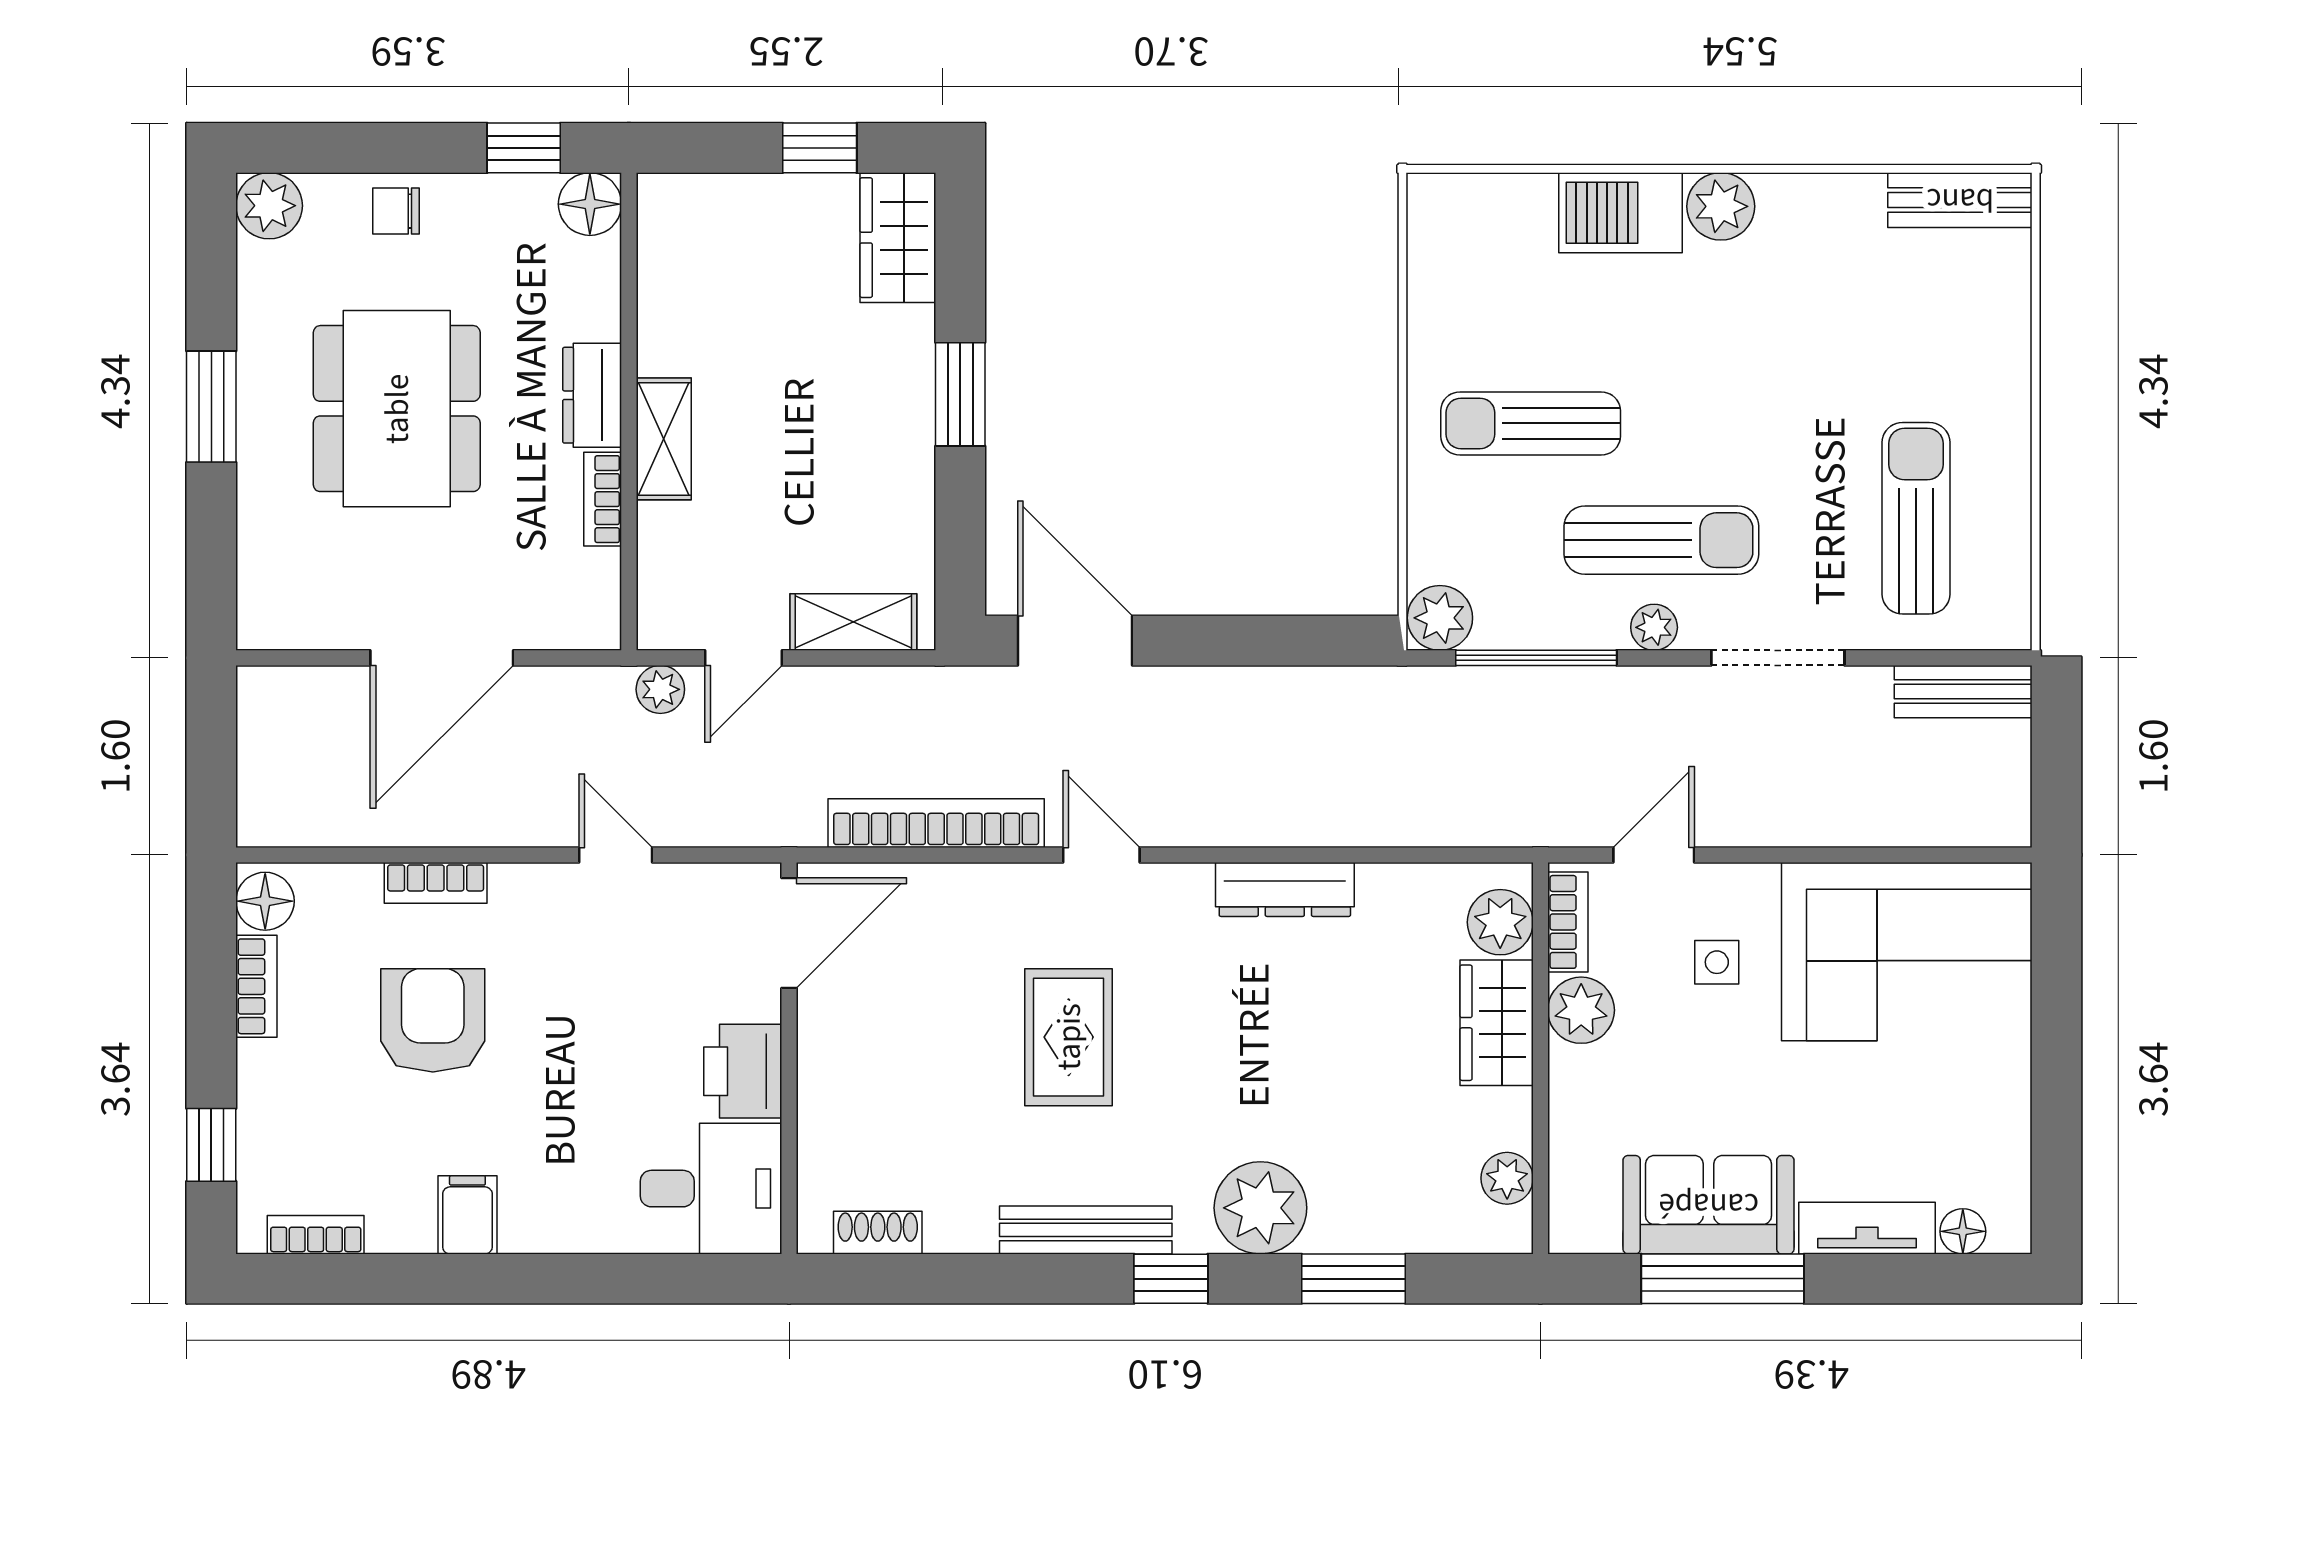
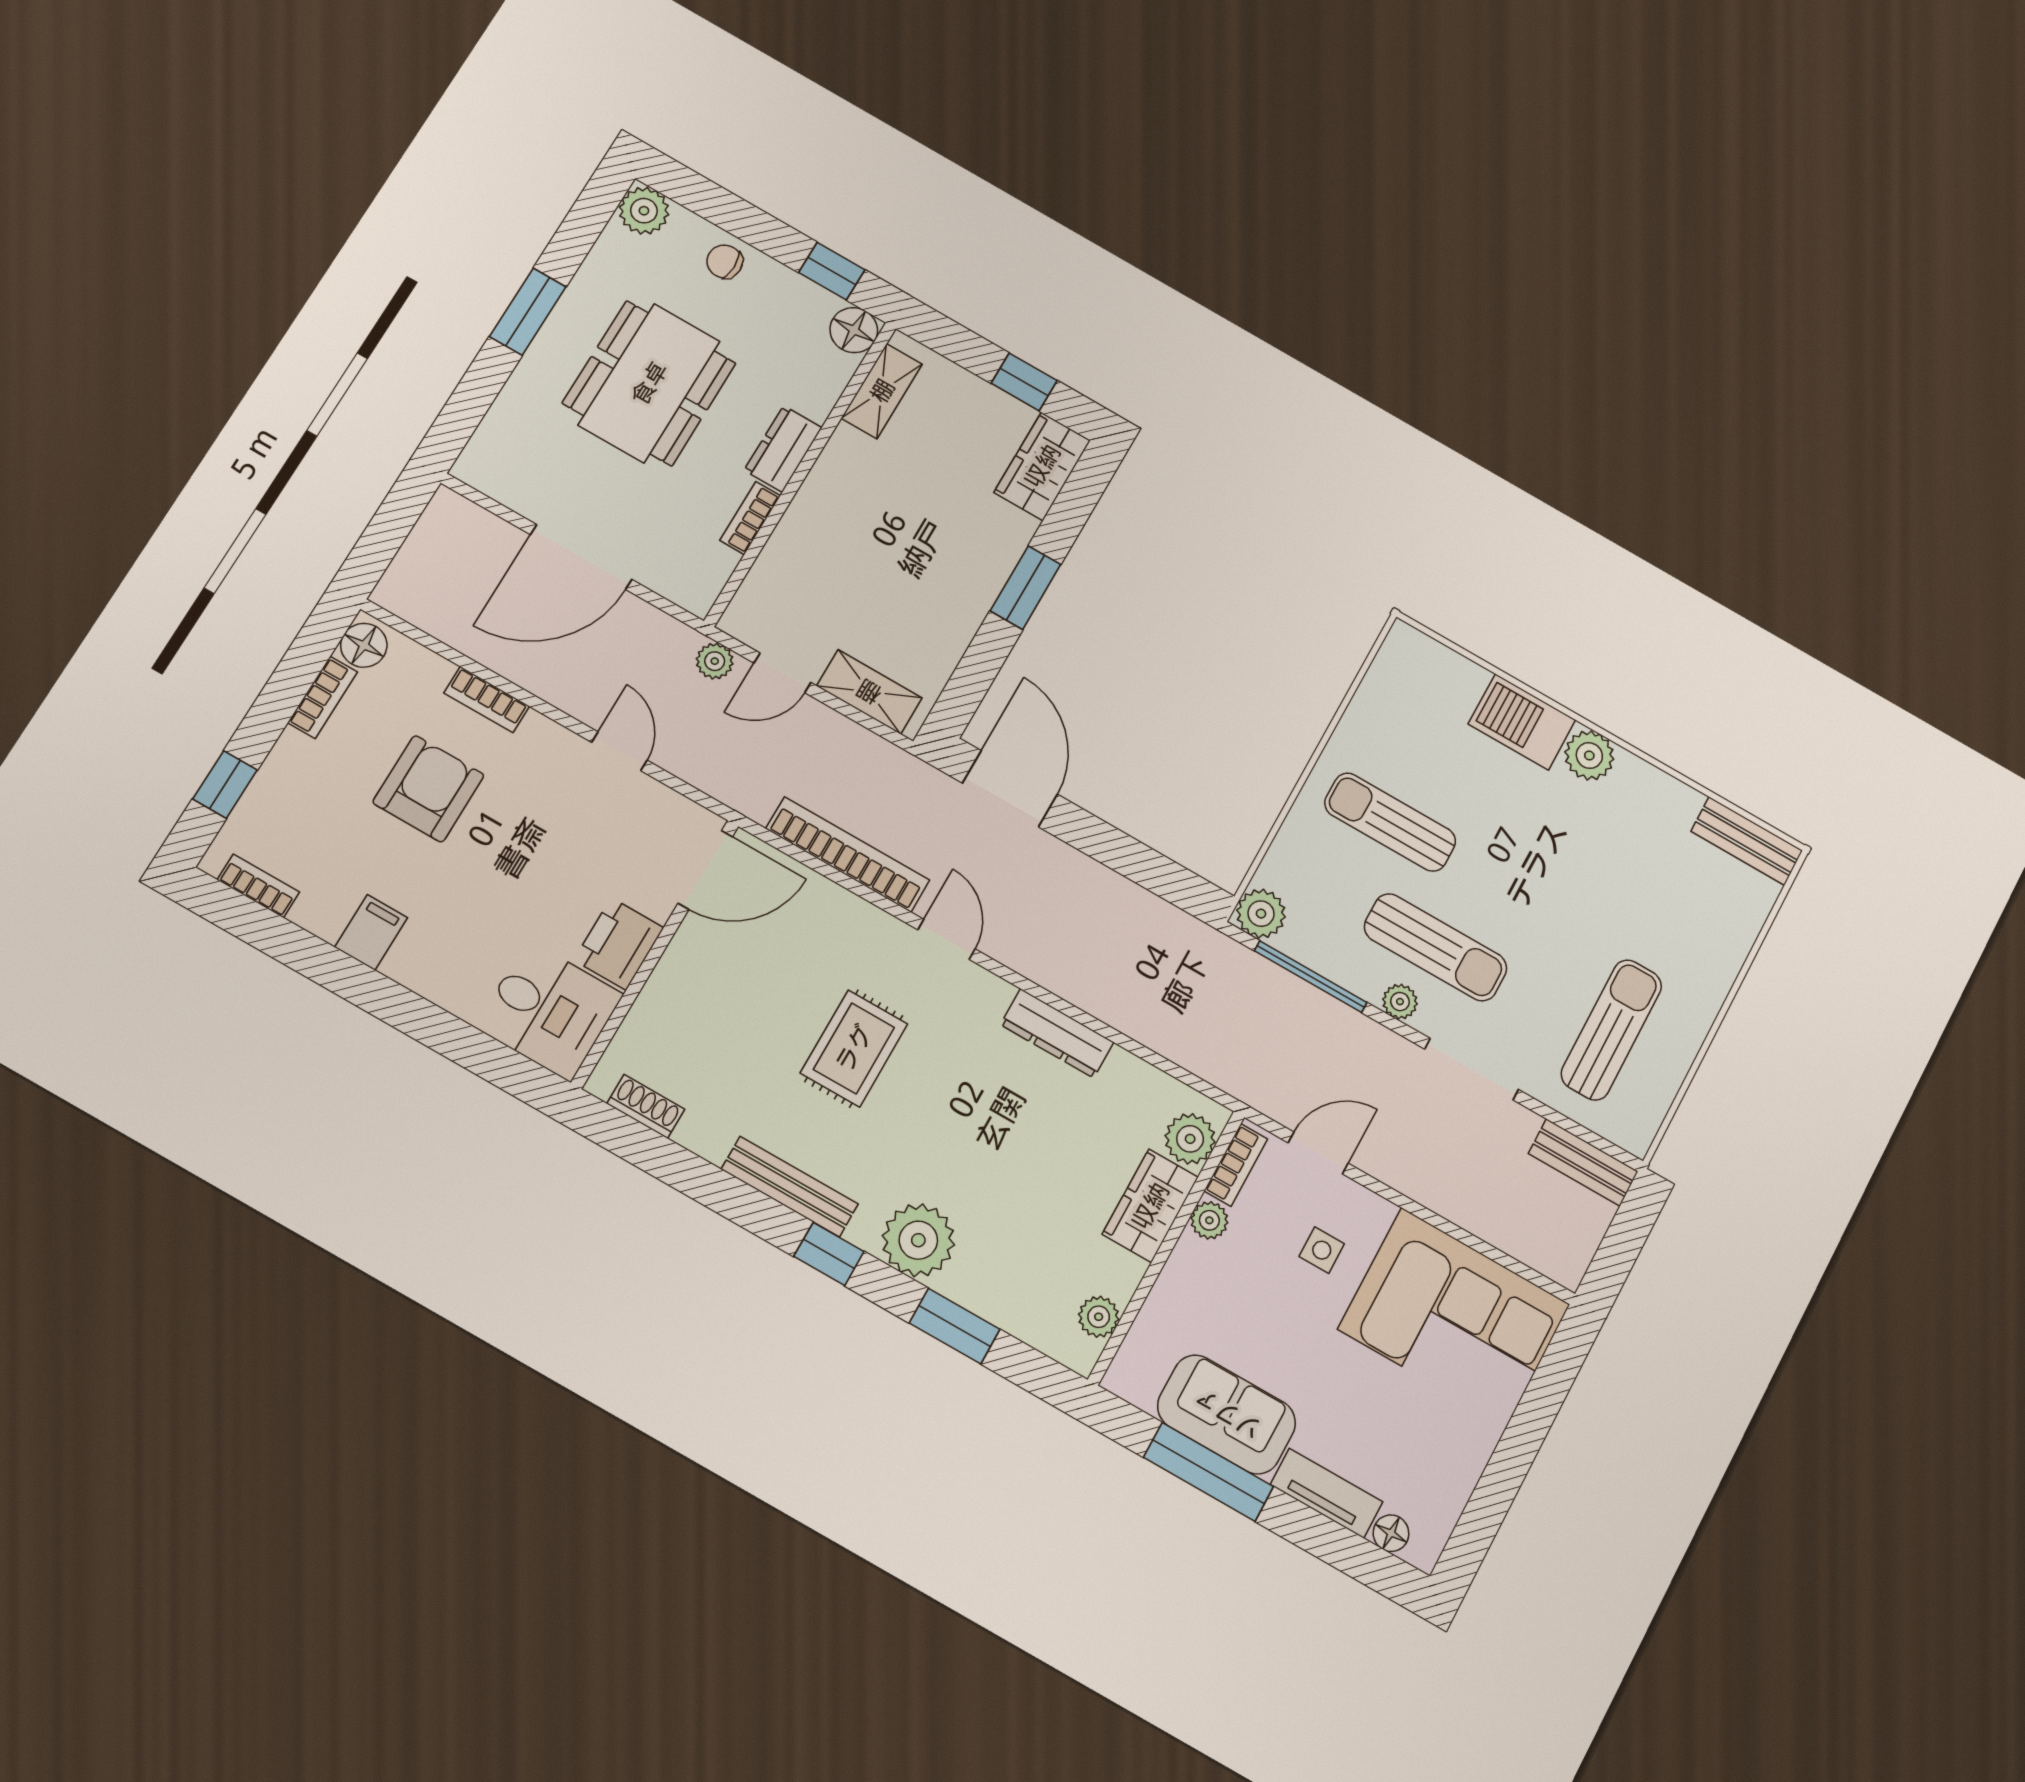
shelving: (664, 439) -> (882, 391), moved
plant: (1581, 1010) -> (1209, 1220), width x0.73, depth x0.73

